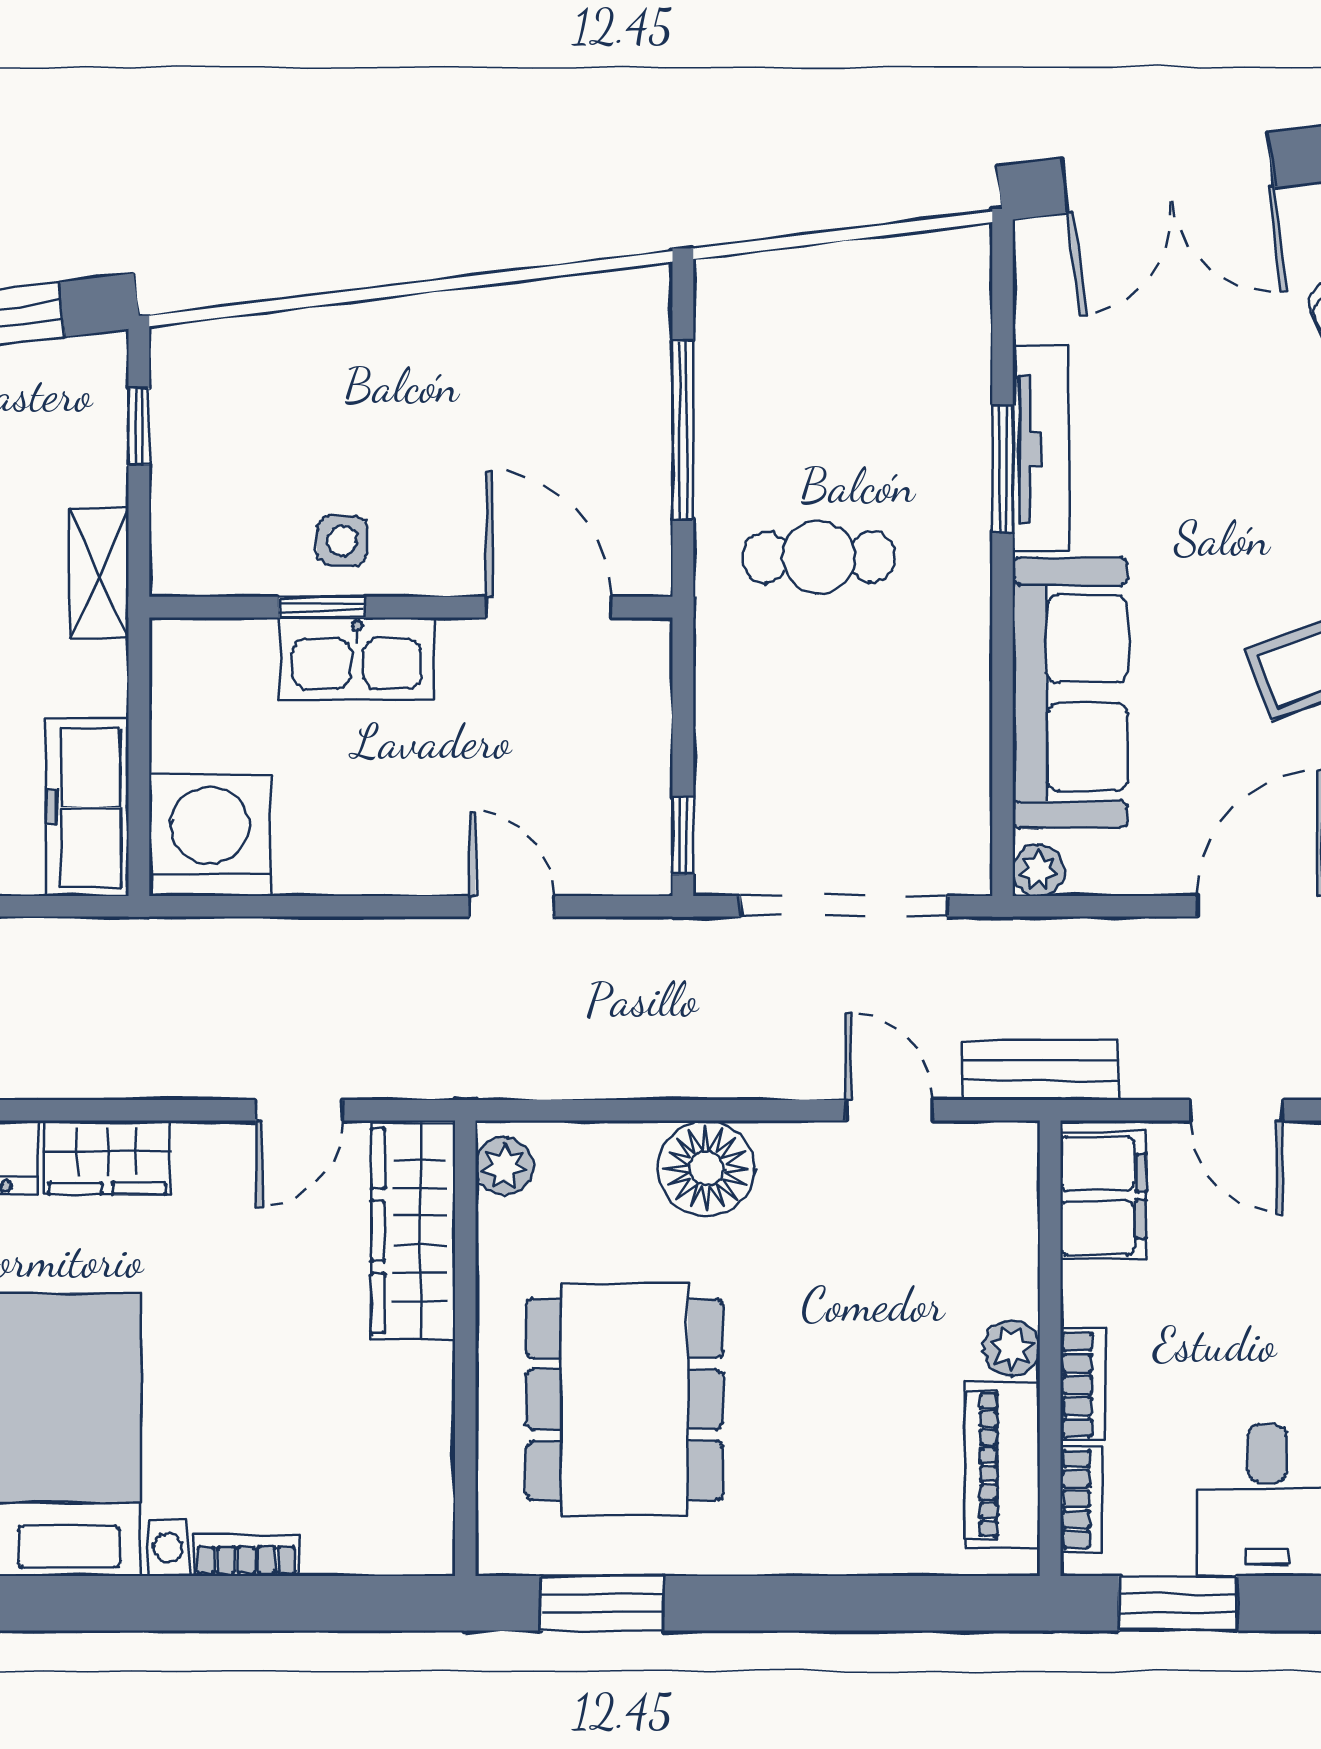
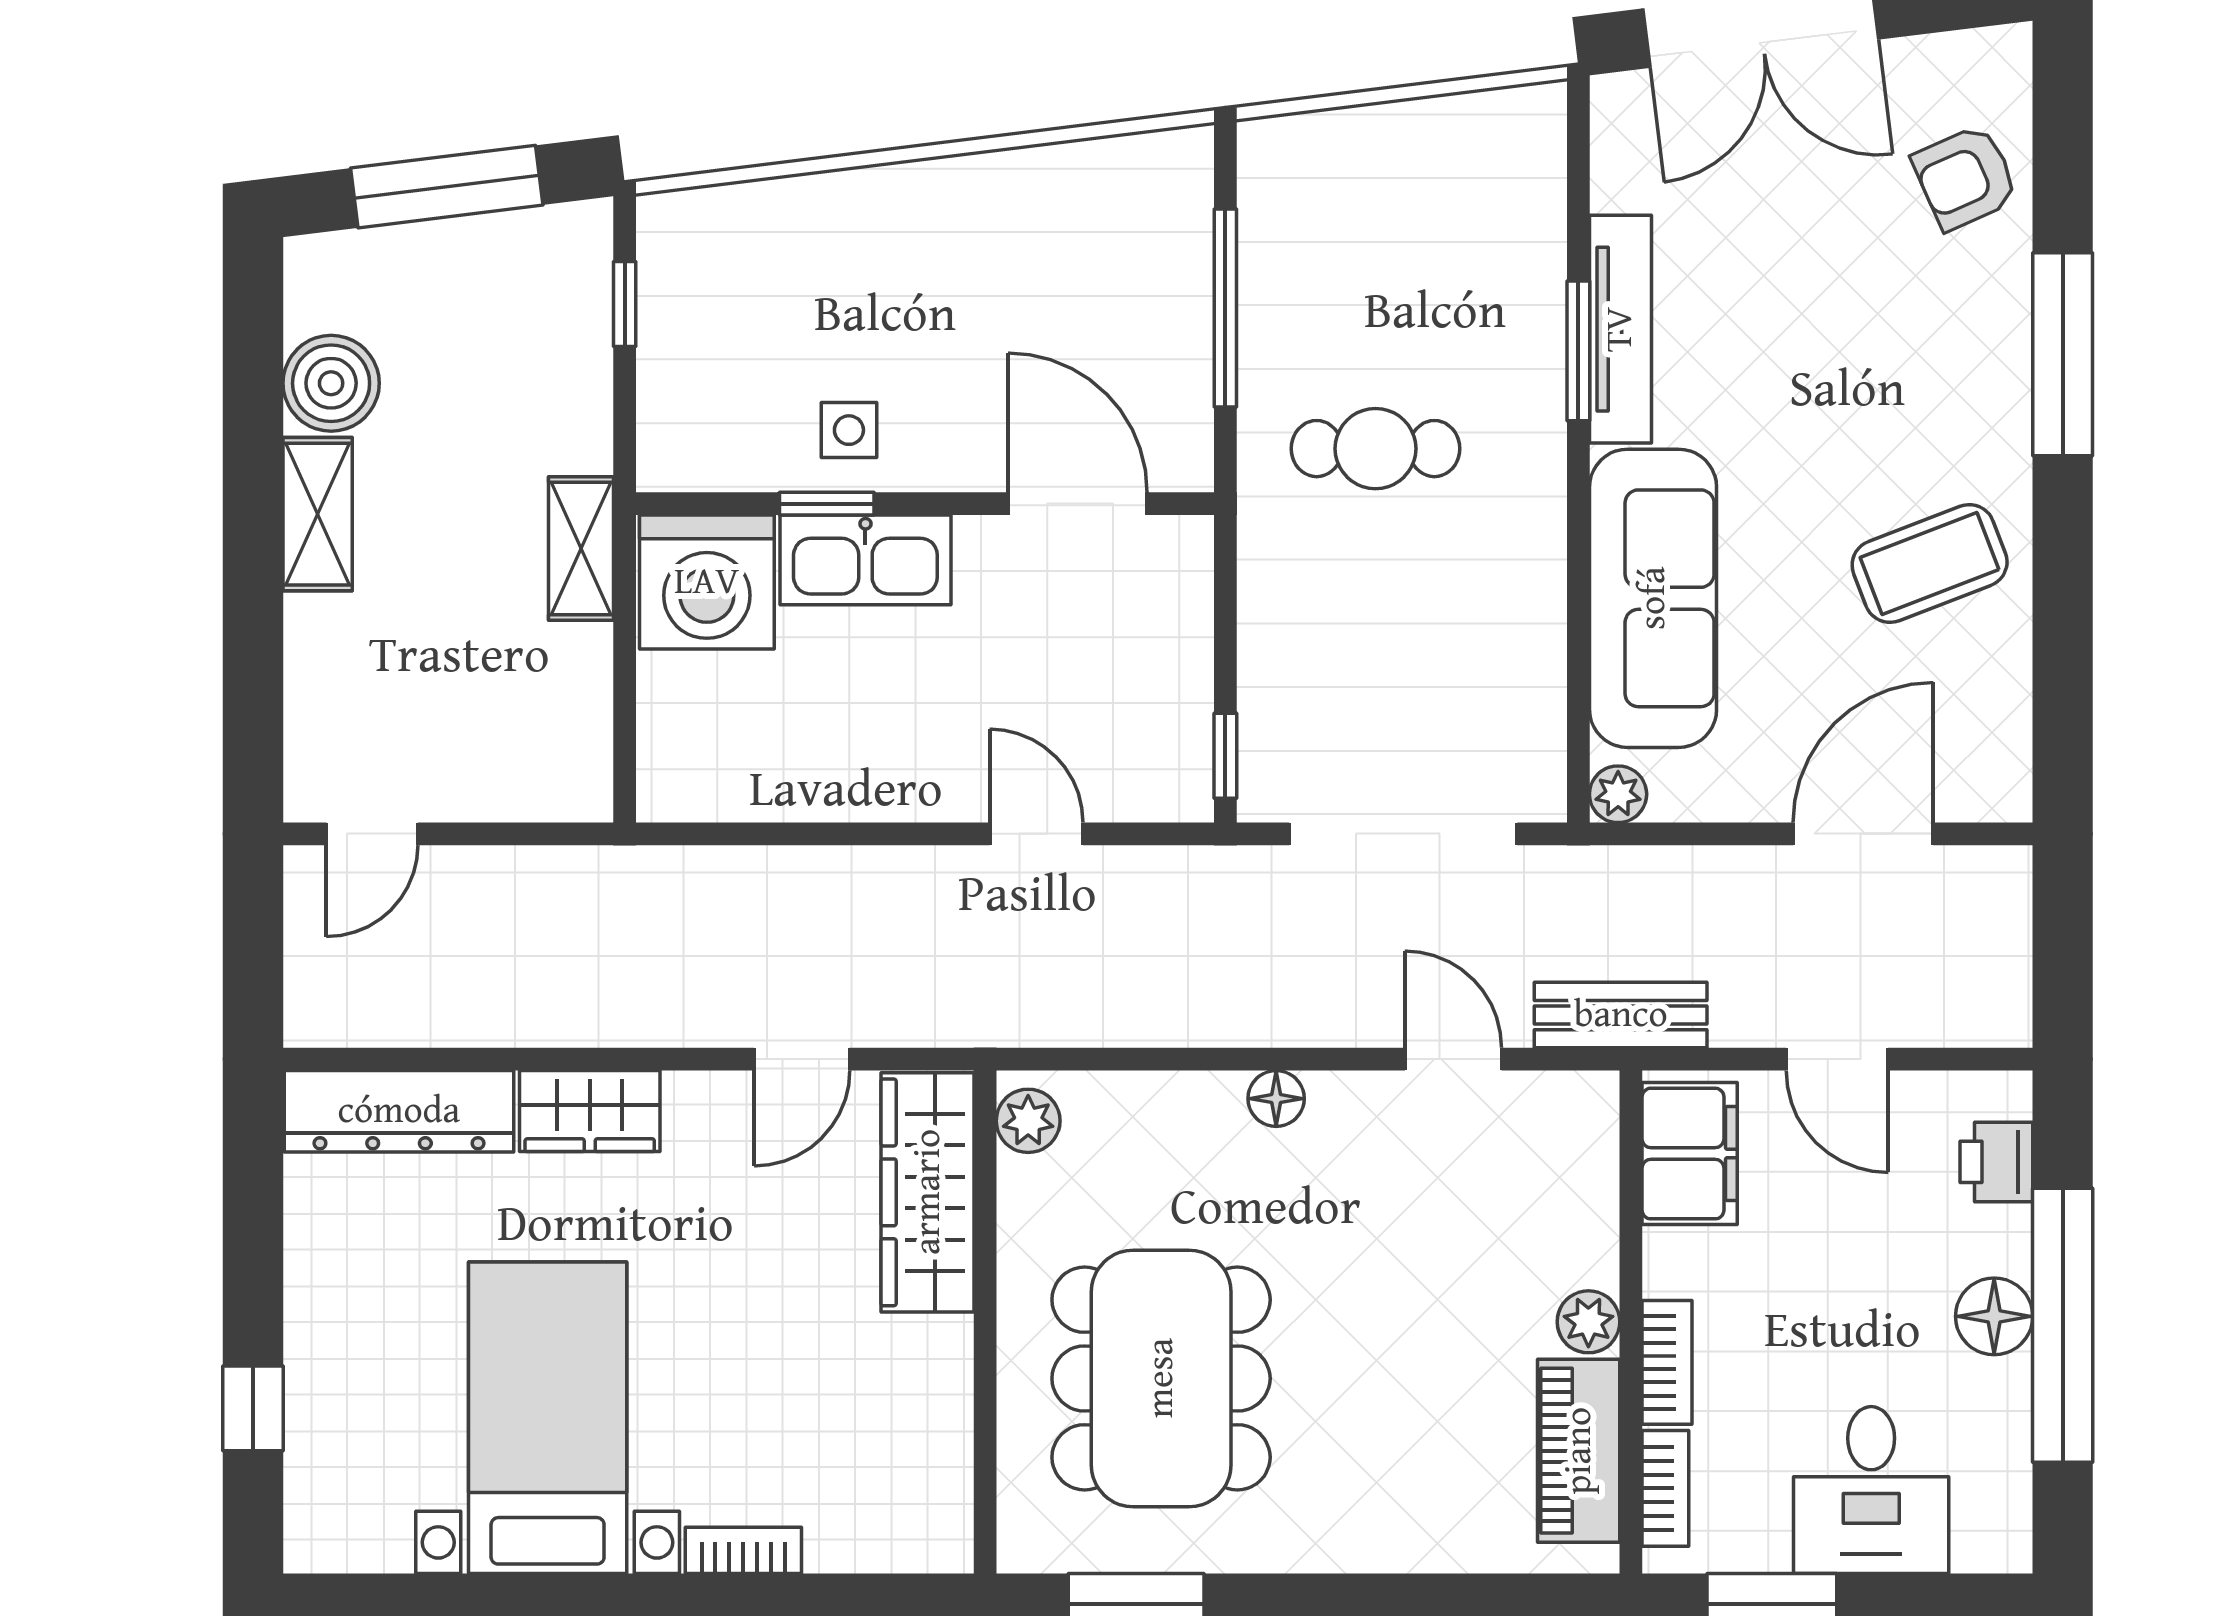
shelving: (99, 573) -> (581, 549), moved
freezer: (87, 807) -> (568, 725), removed
washing machine: (210, 835) -> (707, 582), moved, turned 180
floor lamp: (706, 1168) -> (1276, 1099), width x0.53, depth x0.53

